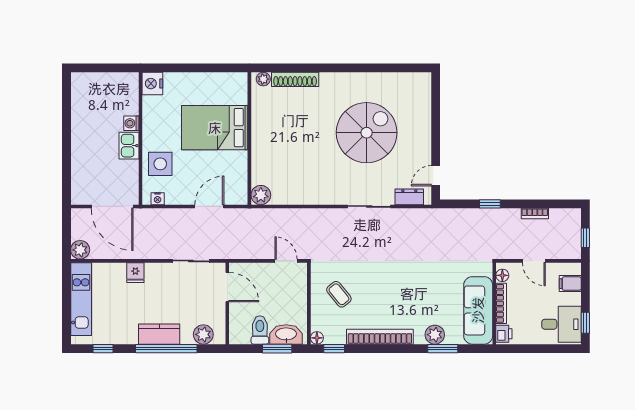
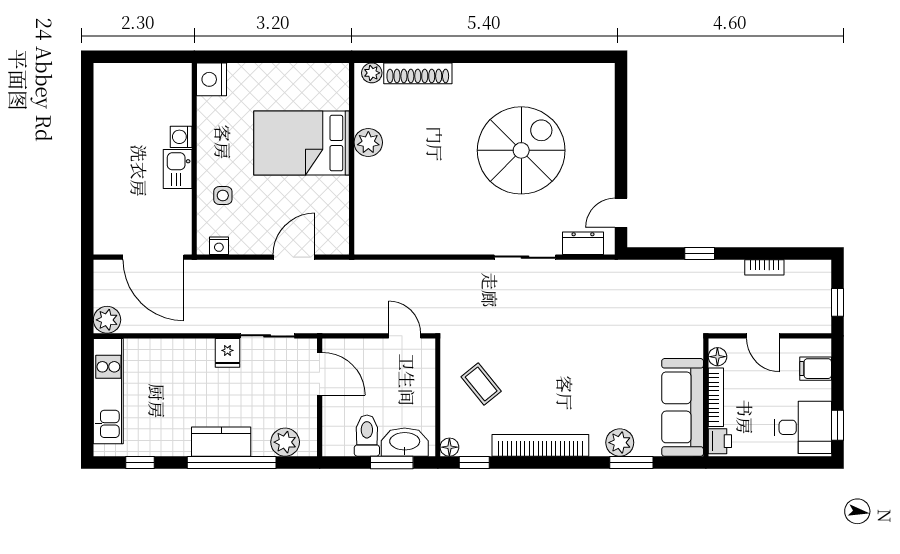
side table: (160, 164) -> (223, 195), width x0.54, depth x0.54
plant: (261, 195) -> (368, 142), moved
fridge: (135, 273) -> (227, 353), moved

